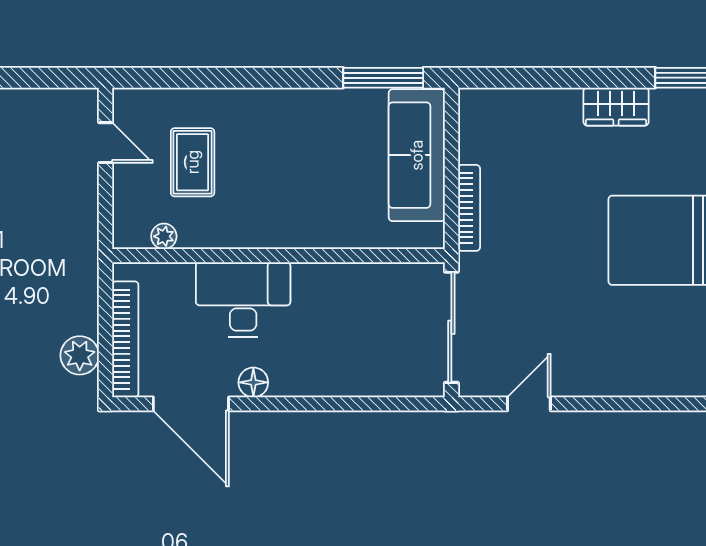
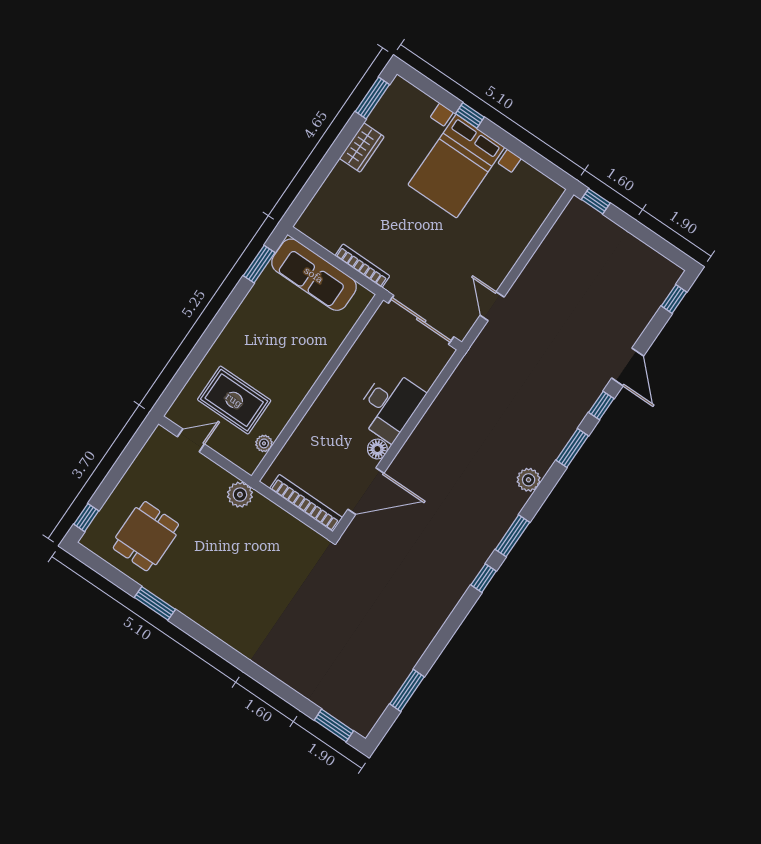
window: (383, 78) -> (259, 264), width x0.69
rug: (193, 162) -> (234, 400), width x1.36, depth x1.43
desk: (243, 299) -> (389, 405), moved, turned 180
plant: (80, 355) -> (240, 495), moved

